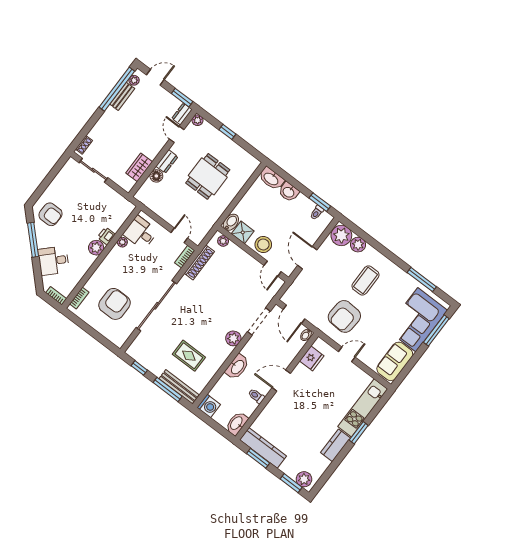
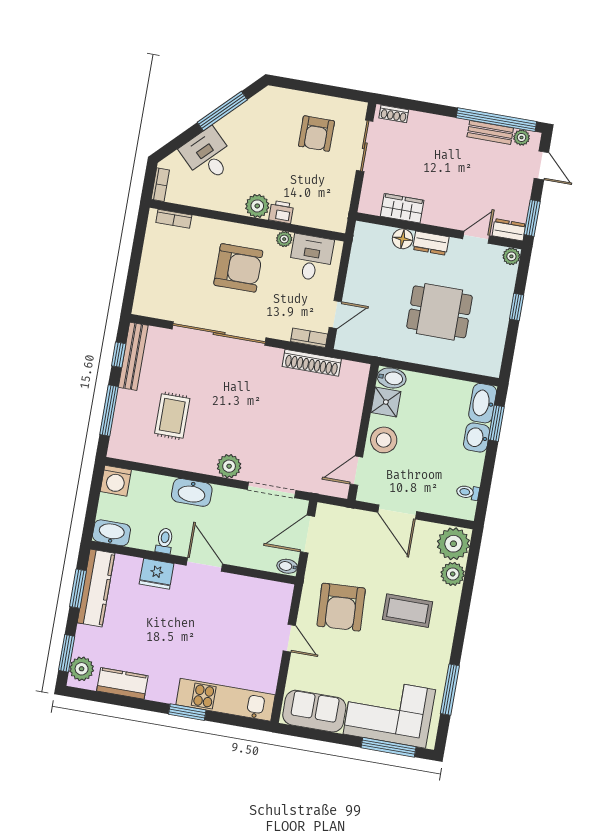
window: (320, 202) -> (496, 423), moved
armchair: (51, 214) -> (316, 134), moved
plant: (223, 241) -> (359, 381), removed
door: (307, 258) -> (397, 512), swing flipped
armchair: (115, 304) -> (238, 268), moved
armchair: (344, 316) -> (341, 607), turned -97
fridge: (312, 358) -> (157, 574), moved
bench: (179, 387) -> (133, 356), moved
kitchen counter: (336, 445) -> (122, 683), moved

